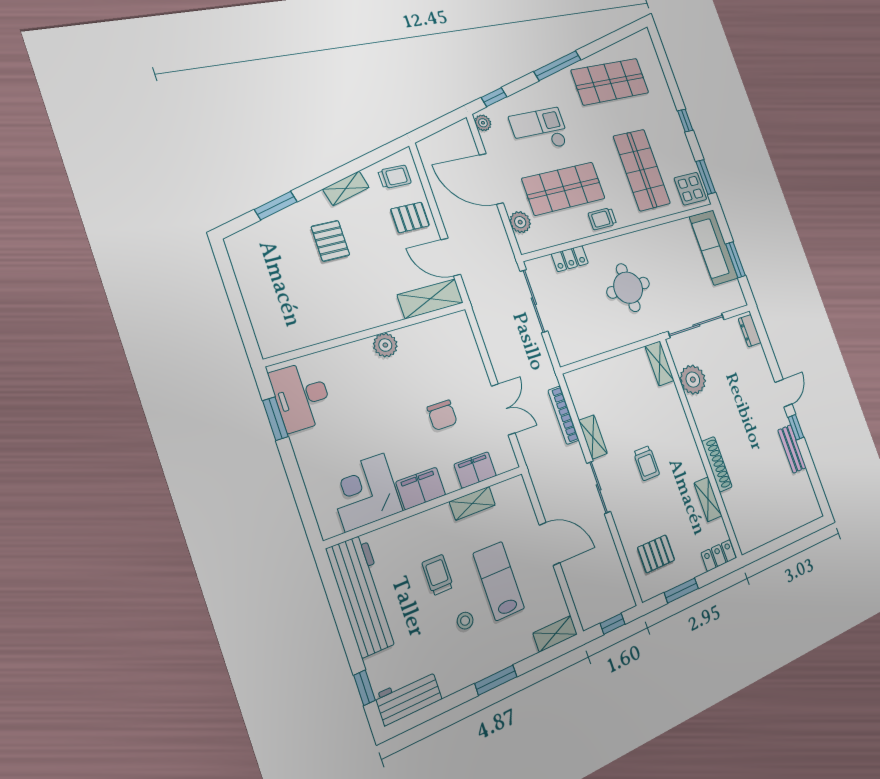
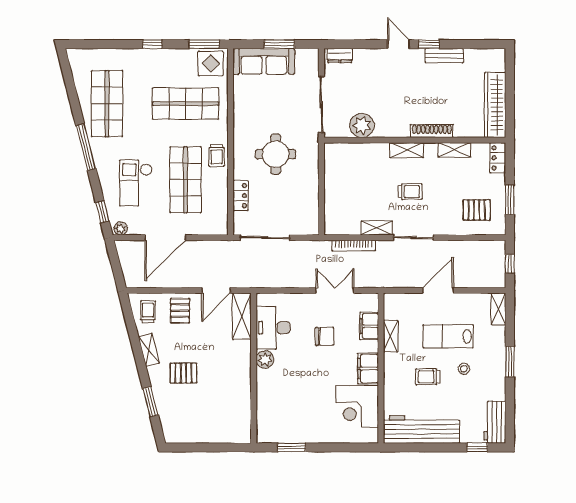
plant: (520, 222) -> (203, 226), removed
shelving: (660, 363) -> (407, 150), moved
desk: (302, 396) -> (273, 328), moved, turned 90
wardrobe: (768, 528) -> (495, 105), added
pallet: (656, 554) -> (477, 210), turned 90

